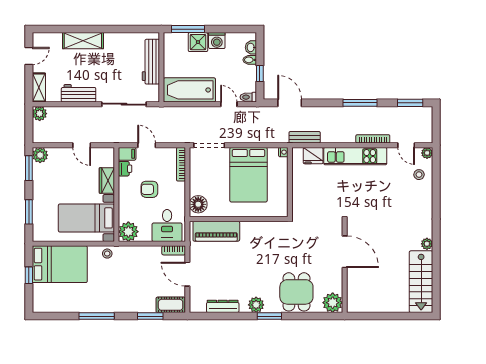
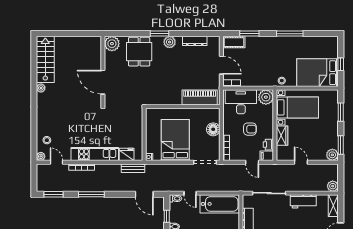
floor lamp: (198, 204) -> (213, 129), moved
desk: (167, 225) -> (241, 102), width x1.37

